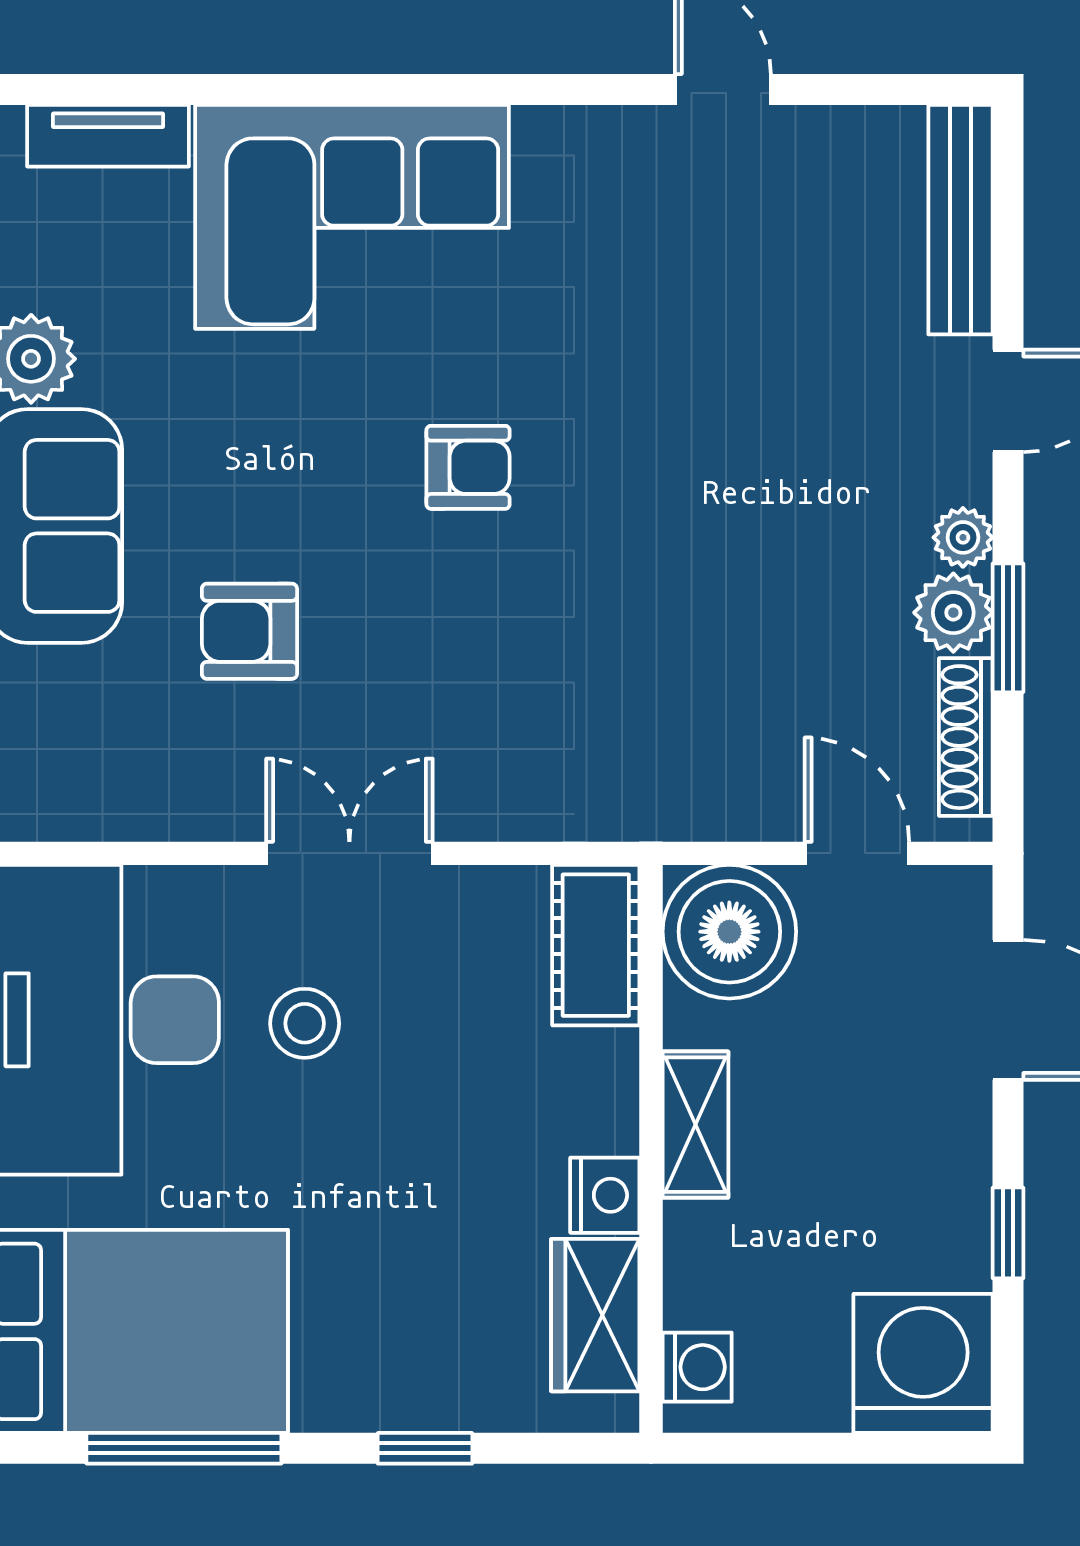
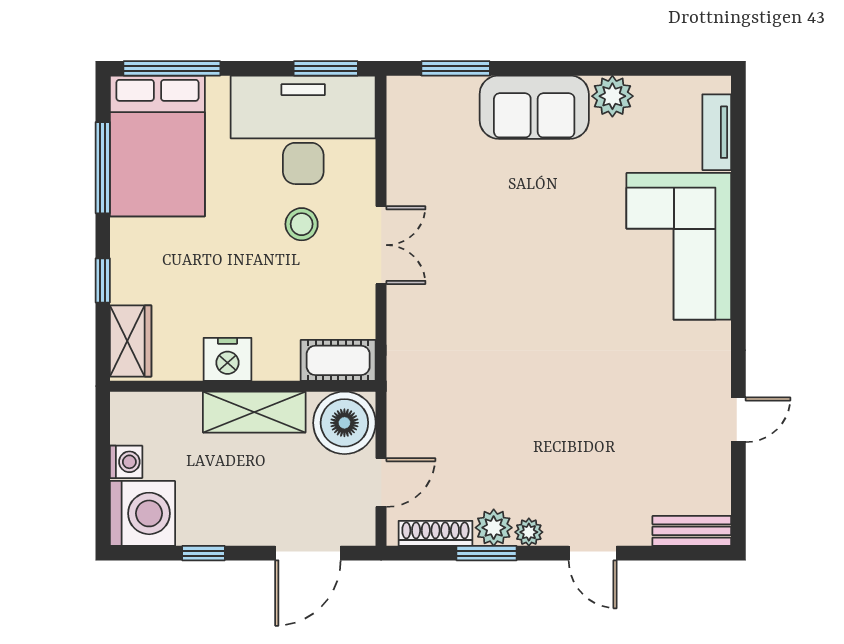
bench: (960, 220) -> (692, 531), width x0.73
armchair: (468, 467) -> (562, 301), removed
armchair: (249, 631) -> (485, 198), removed
shelving: (695, 1125) -> (254, 412), width x1.50, depth x1.33
nightstand: (605, 1195) -> (228, 359), width x1.36, depth x1.33
wardrobe: (595, 1315) -> (131, 341), moved, turned 90
washing machine: (697, 1367) -> (126, 462), moved, turned -90

